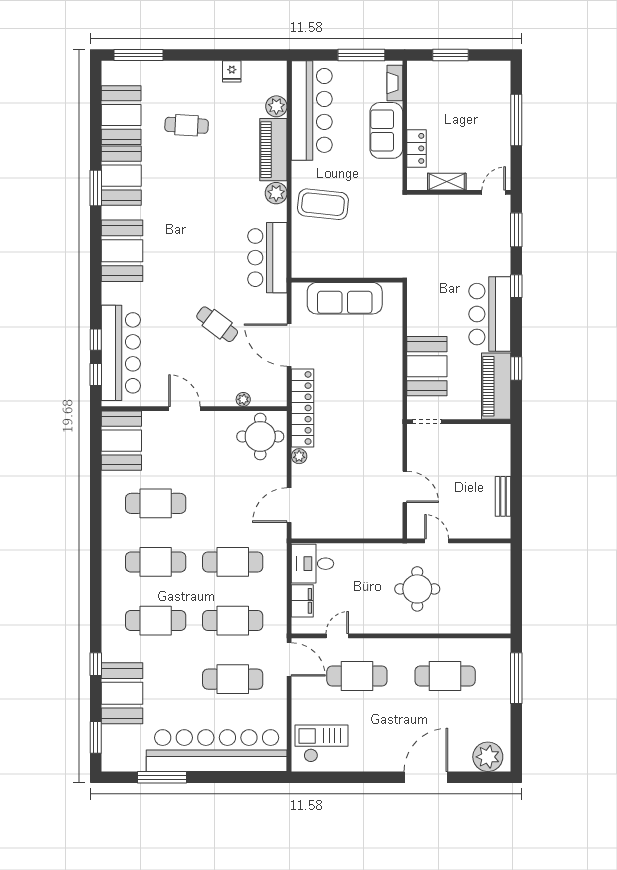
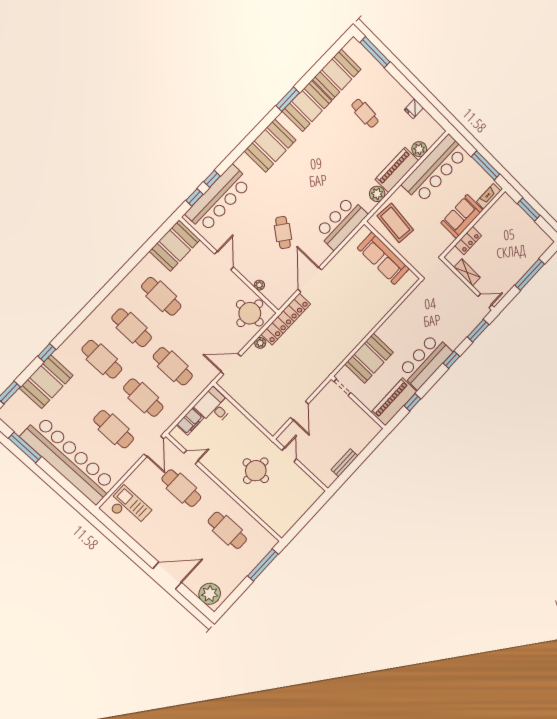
wall: (347, 280) -> (393, 250), moved
sofa: (345, 298) -> (383, 258), moved

